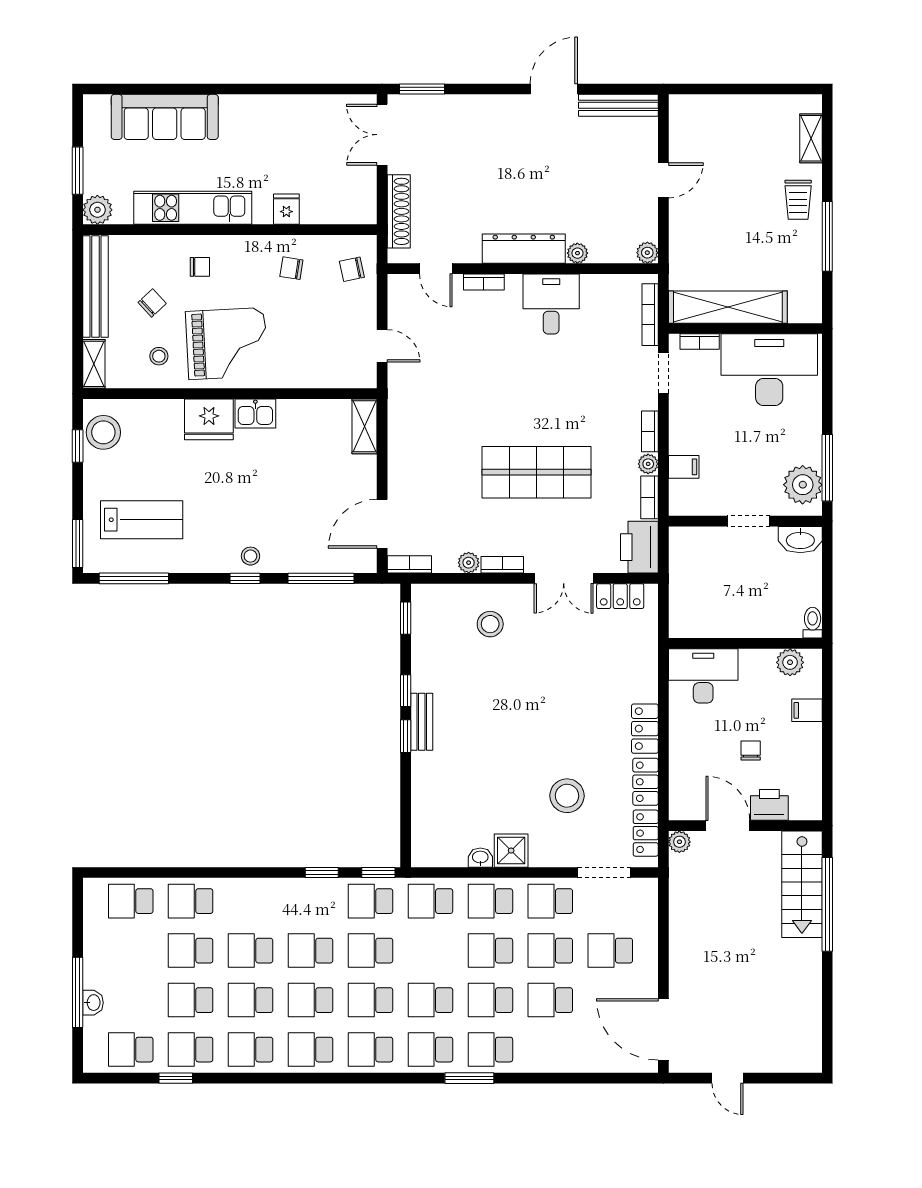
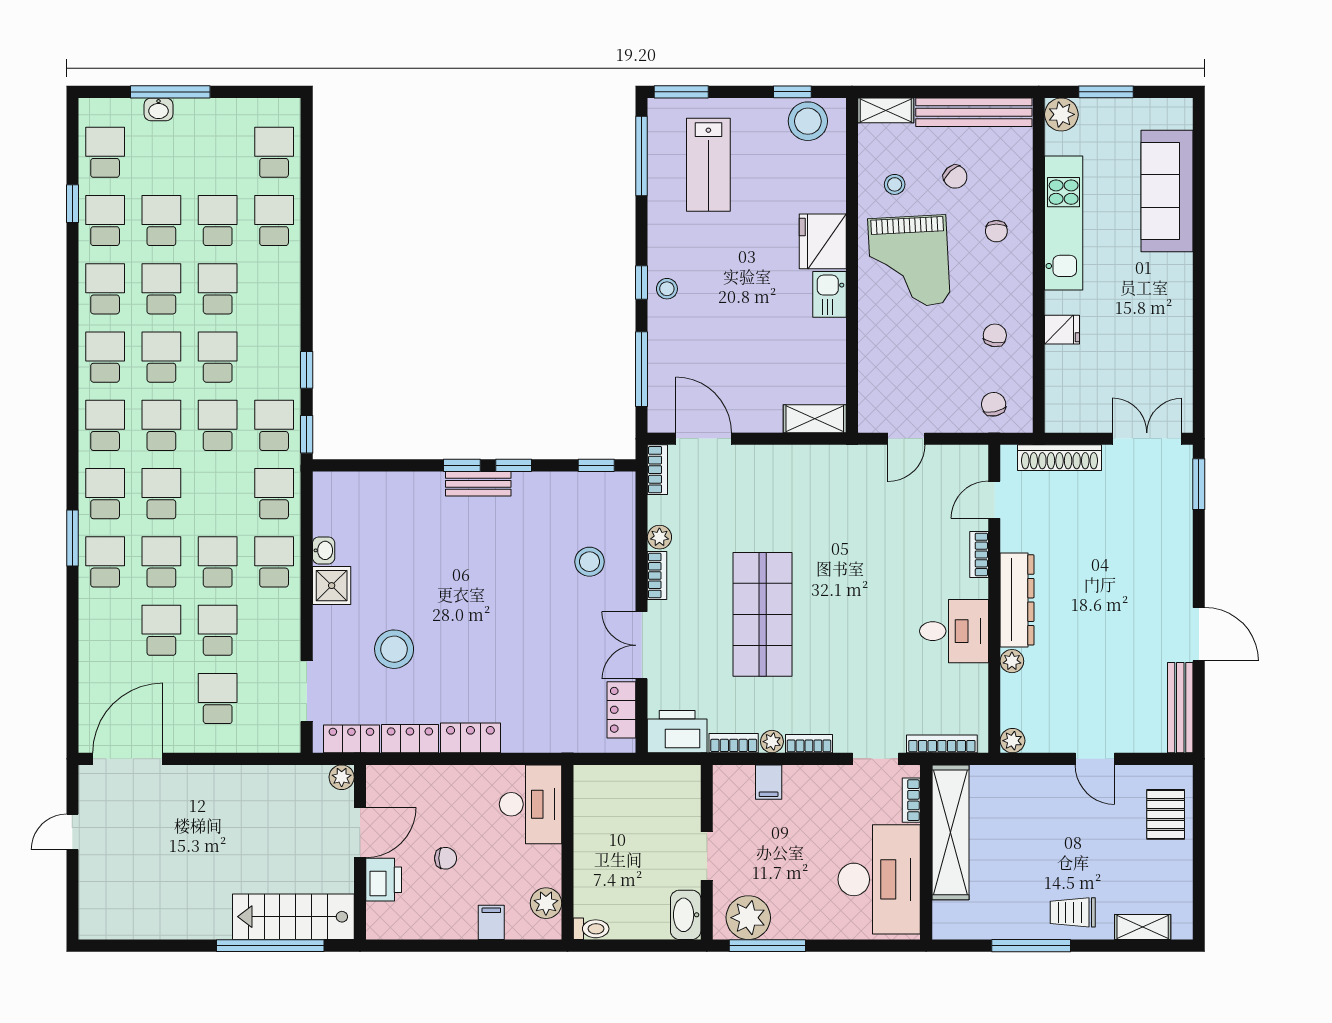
pallet: (712, 118) -> (1166, 814), added
school desk: (550, 901) -> (274, 630), removed

